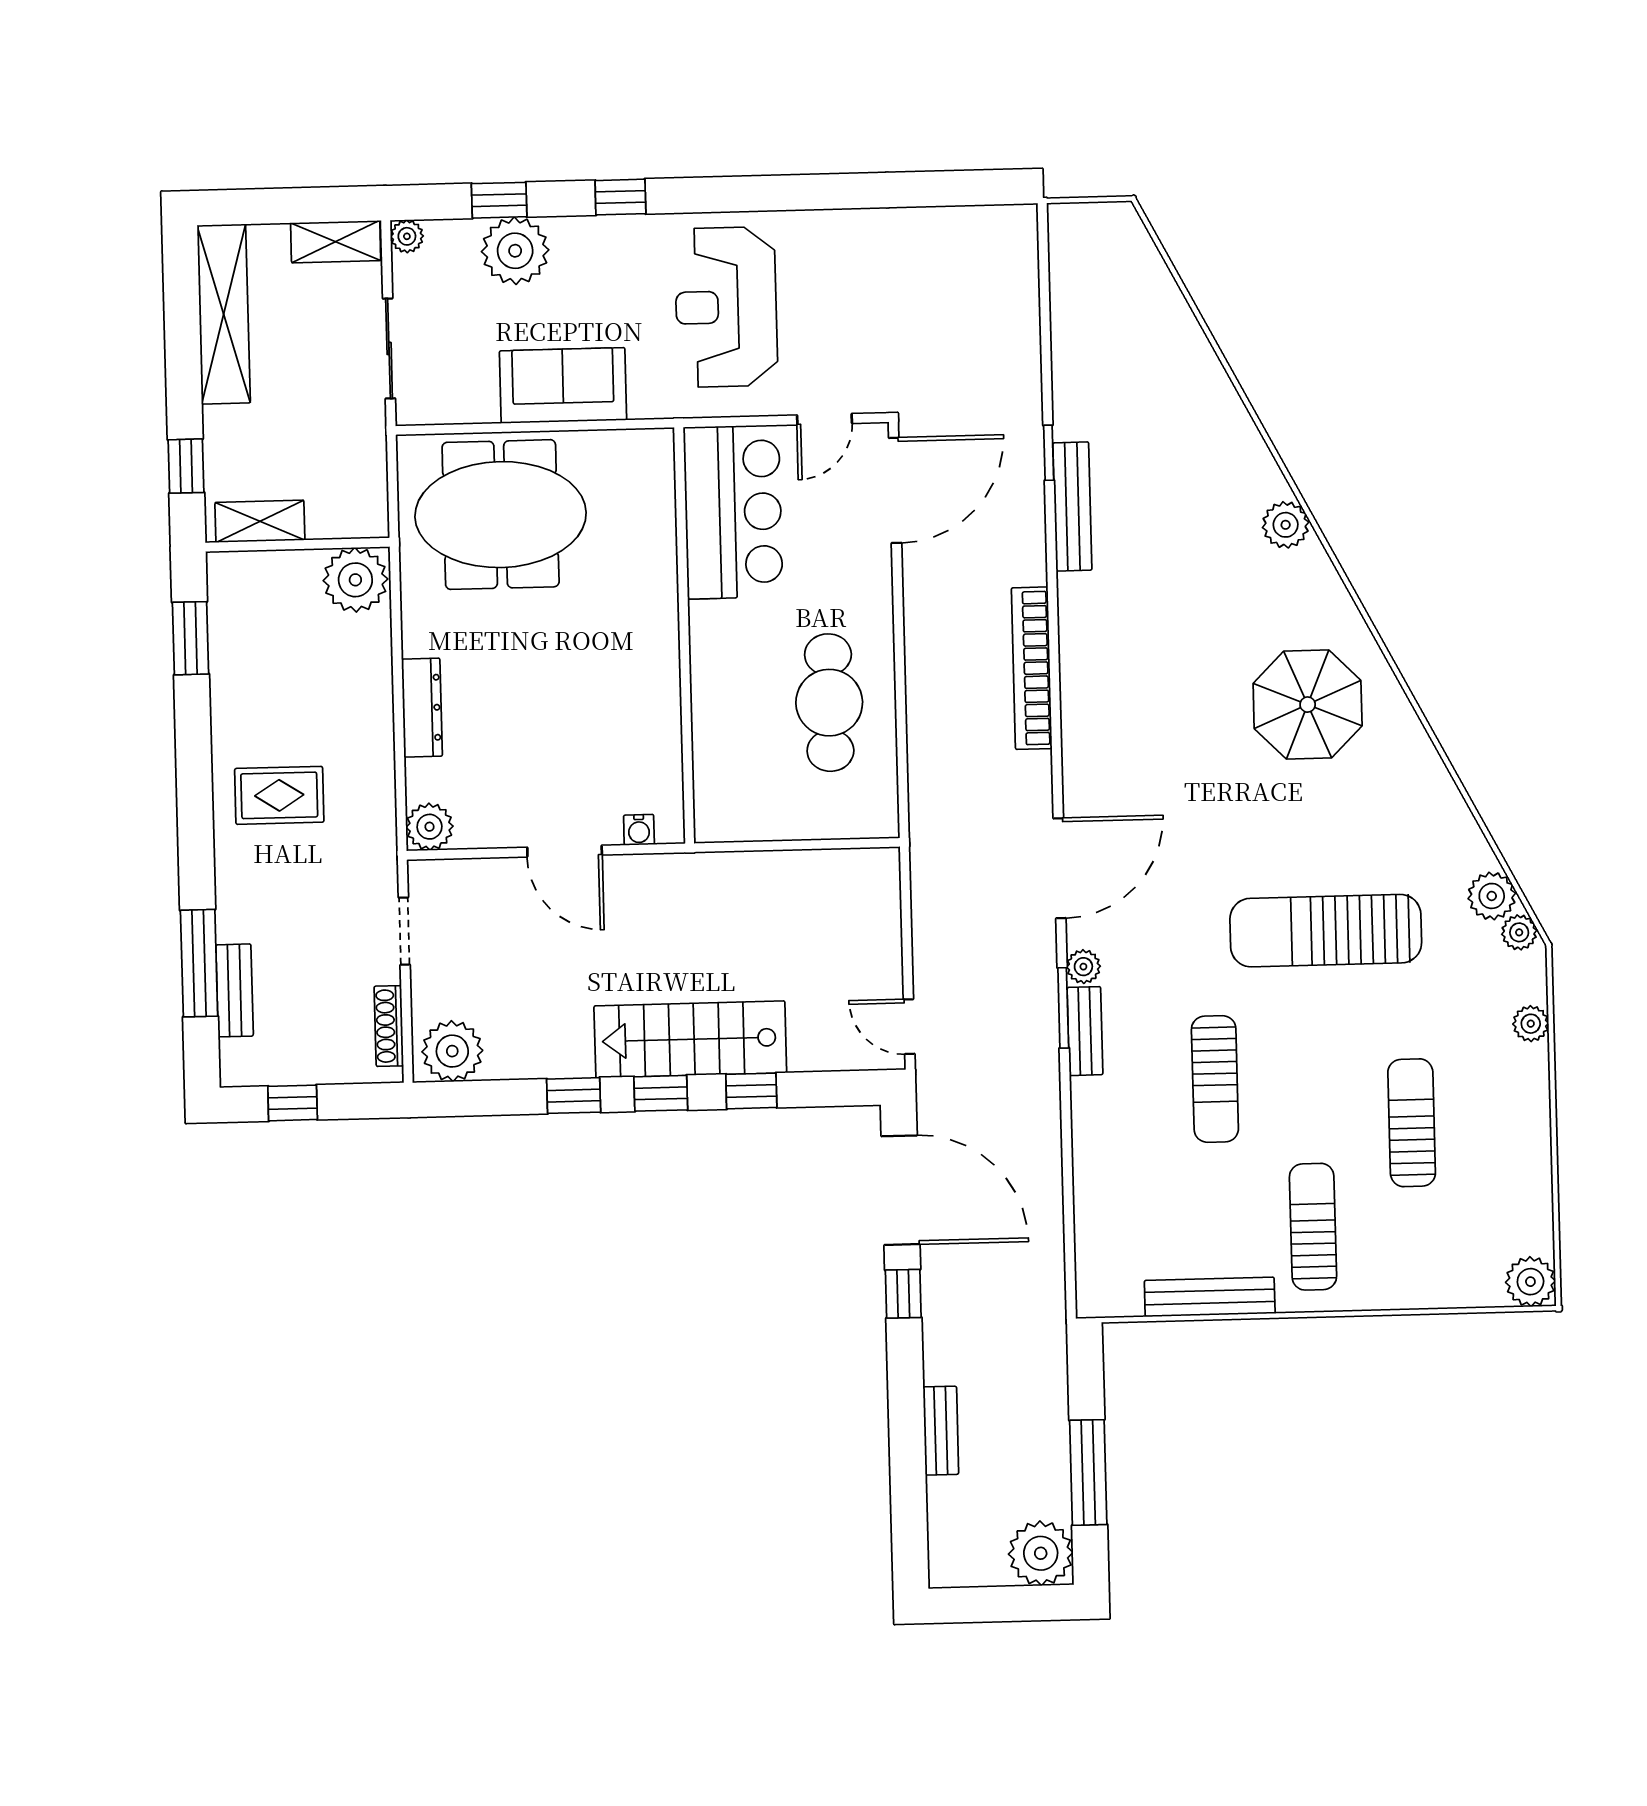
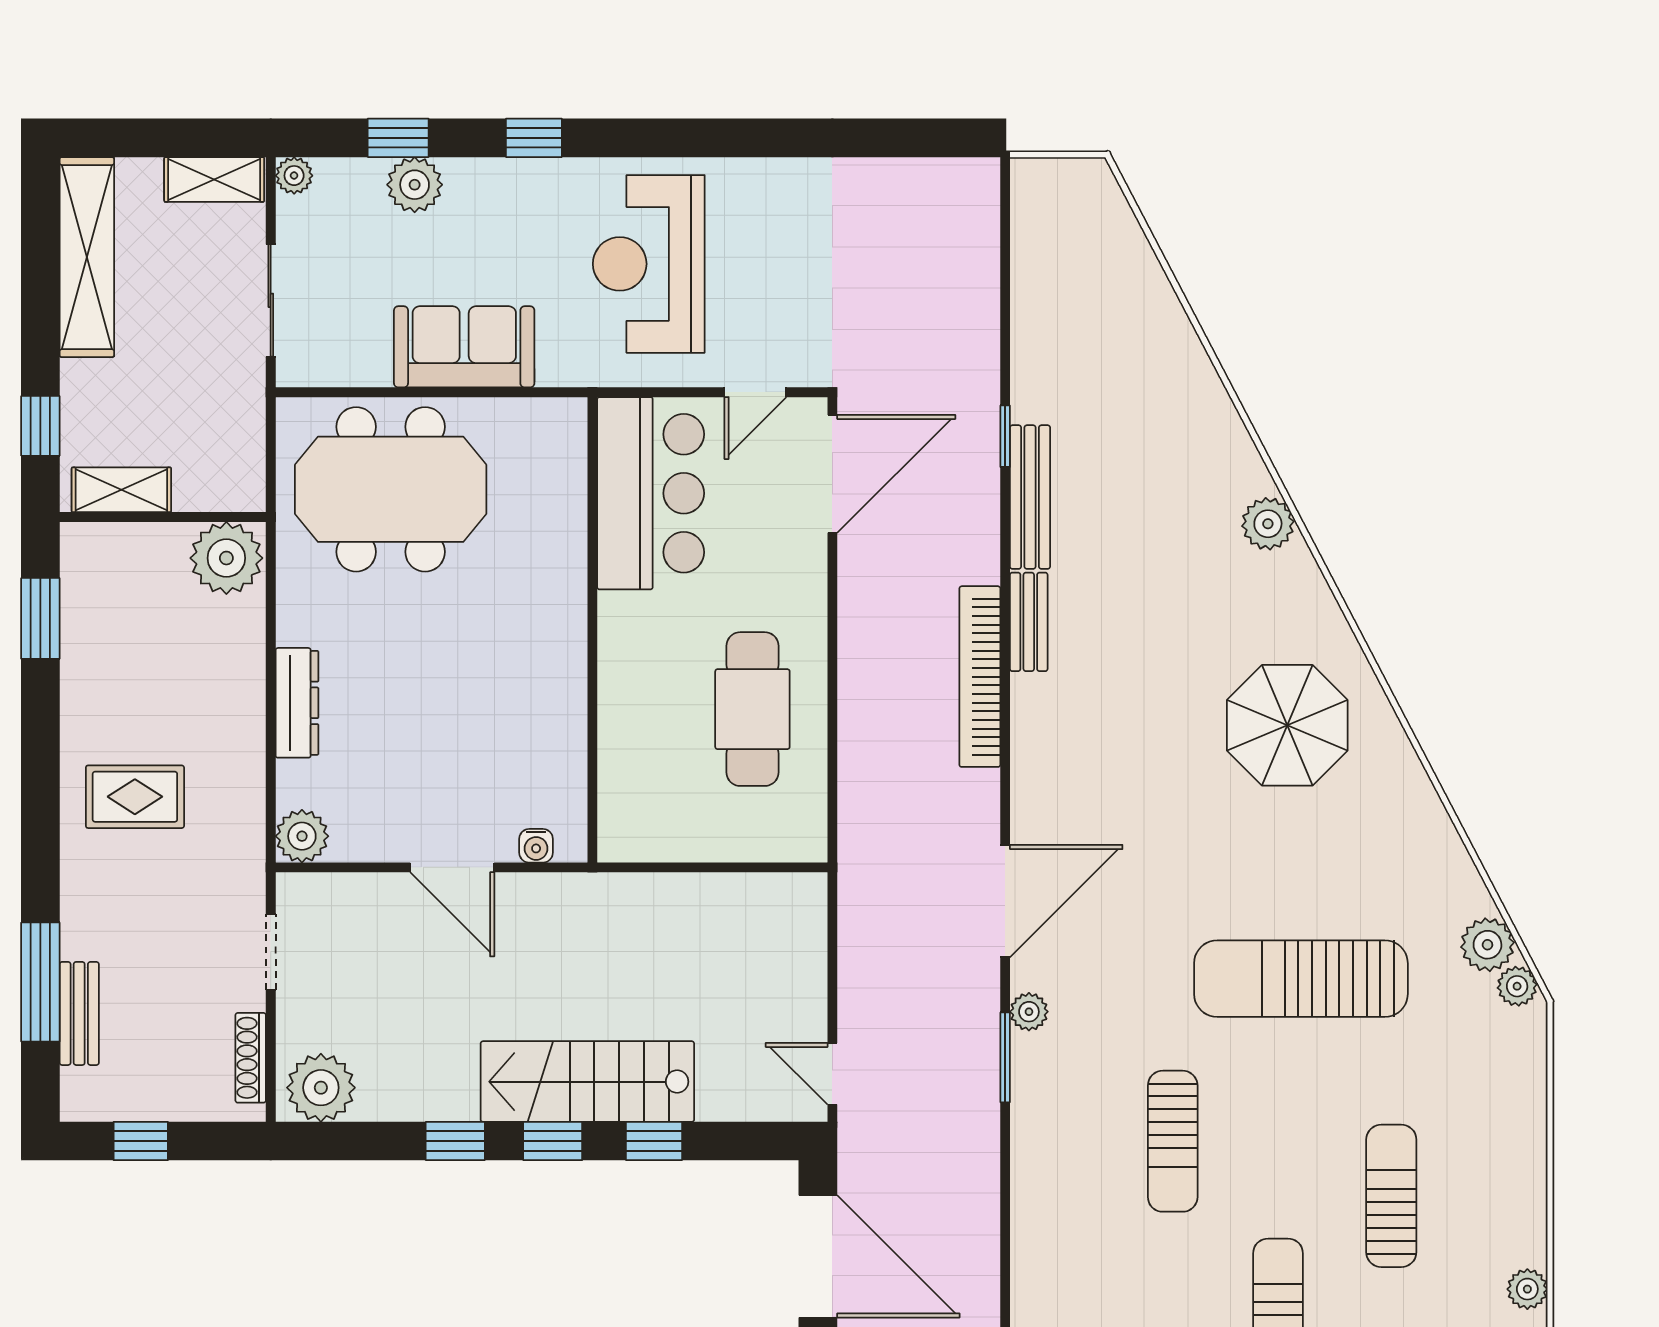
plant: (515, 251) -> (415, 185), width x0.73, depth x0.73
plant: (1531, 1024) -> (1527, 1289), moved
bench: (1085, 1031) -> (1029, 622), moved

